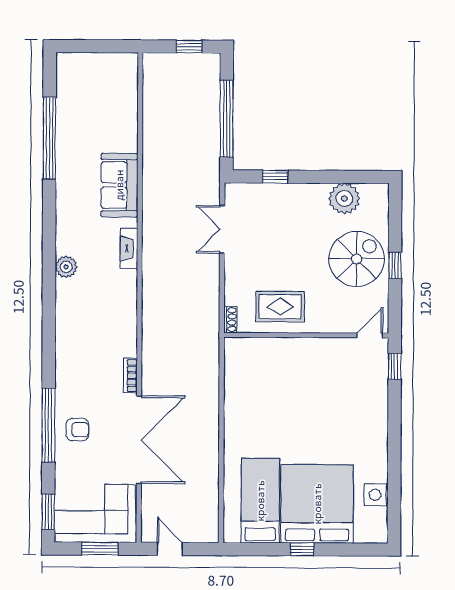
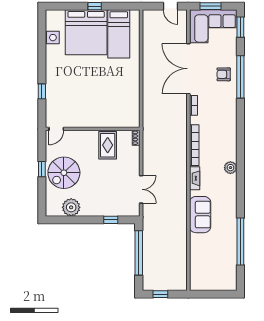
bookcase: (129, 306) -> (194, 145), added
rug: (280, 307) -> (108, 145), turned 90
window: (395, 366) -> (42, 91), moved

